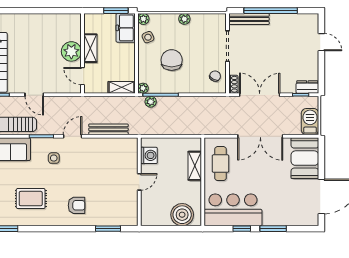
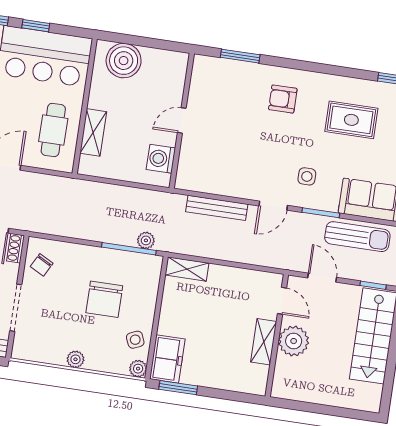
shelving: (90, 48) -> (264, 342), moved
plant: (71, 51) -> (294, 341), moved
wall: (83, 53) -> (277, 336), moved
door: (83, 76) -> (282, 301), moved
plant: (143, 88) -> (154, 263), removed

